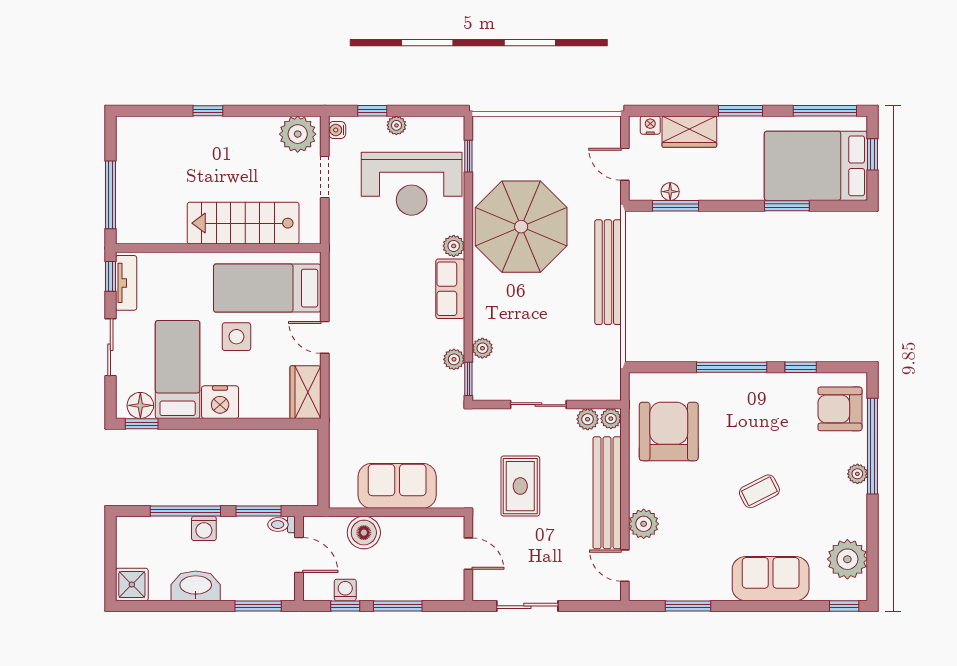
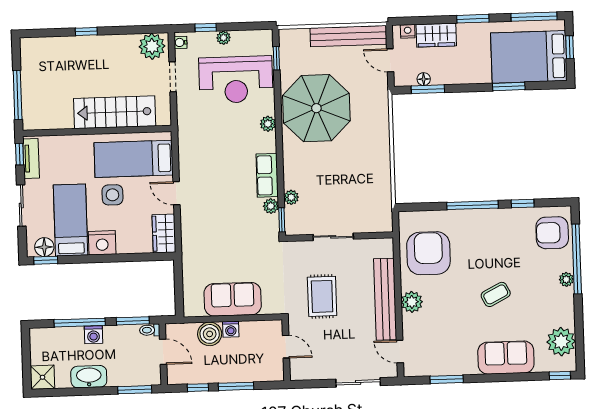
bench: (608, 272) -> (348, 36), moved, turned 90
row of seats: (450, 289) -> (267, 175), moved
plant: (588, 419) -> (369, 246), removed
plant: (611, 419) -> (386, 245), removed
plant: (644, 524) -> (412, 302), moved
washing machine: (345, 590) -> (231, 329), moved, turned 180
sliding door: (527, 606) -> (358, 382), moved

